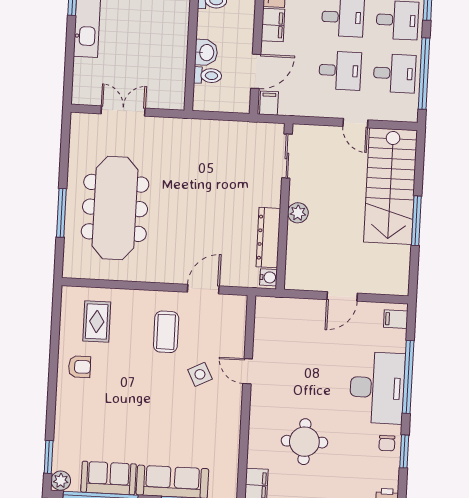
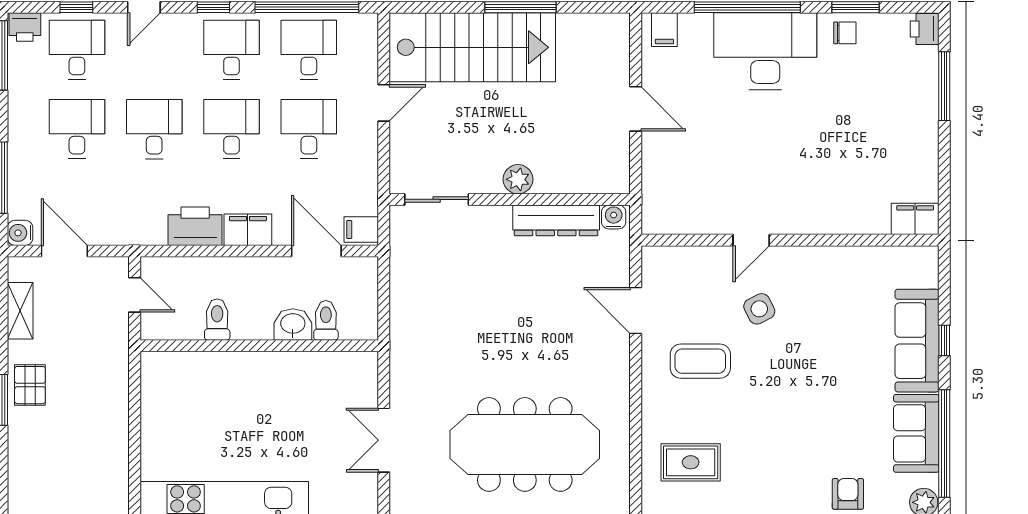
armchair: (79, 367) -> (848, 494), moved
round table: (304, 442) -> (849, 152), removed

